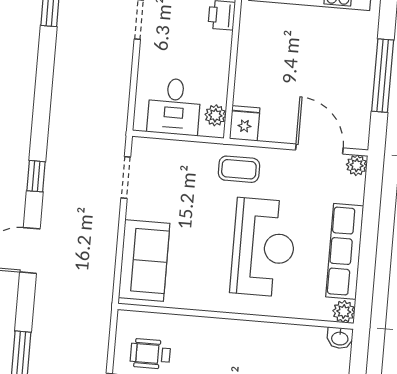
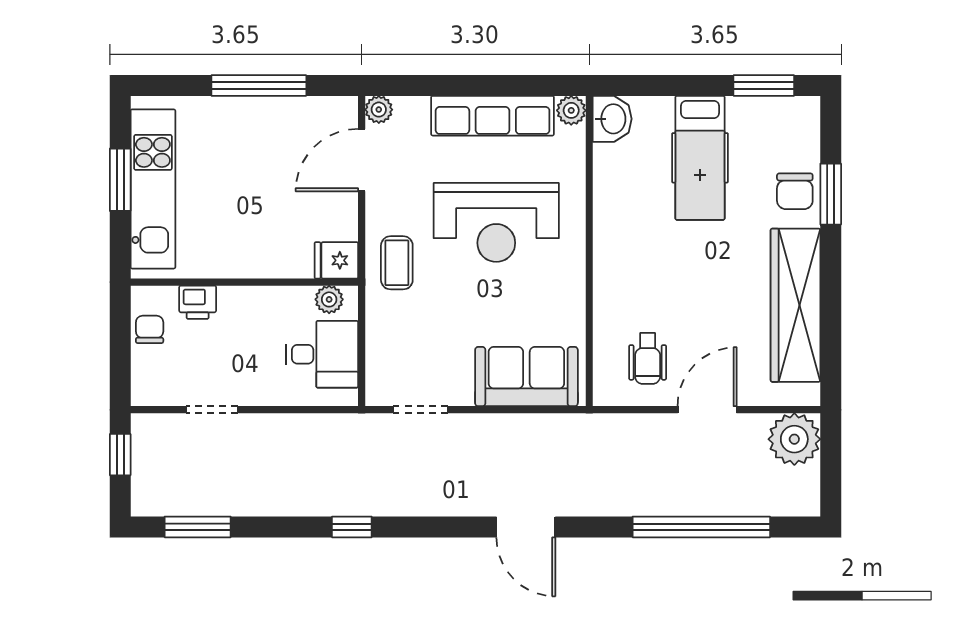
window: (36, 176) -> (352, 527), moved
reception desk: (263, 247) -> (496, 222), turned 180
washbasin: (340, 338) -> (612, 119), width x1.38, depth x1.45

